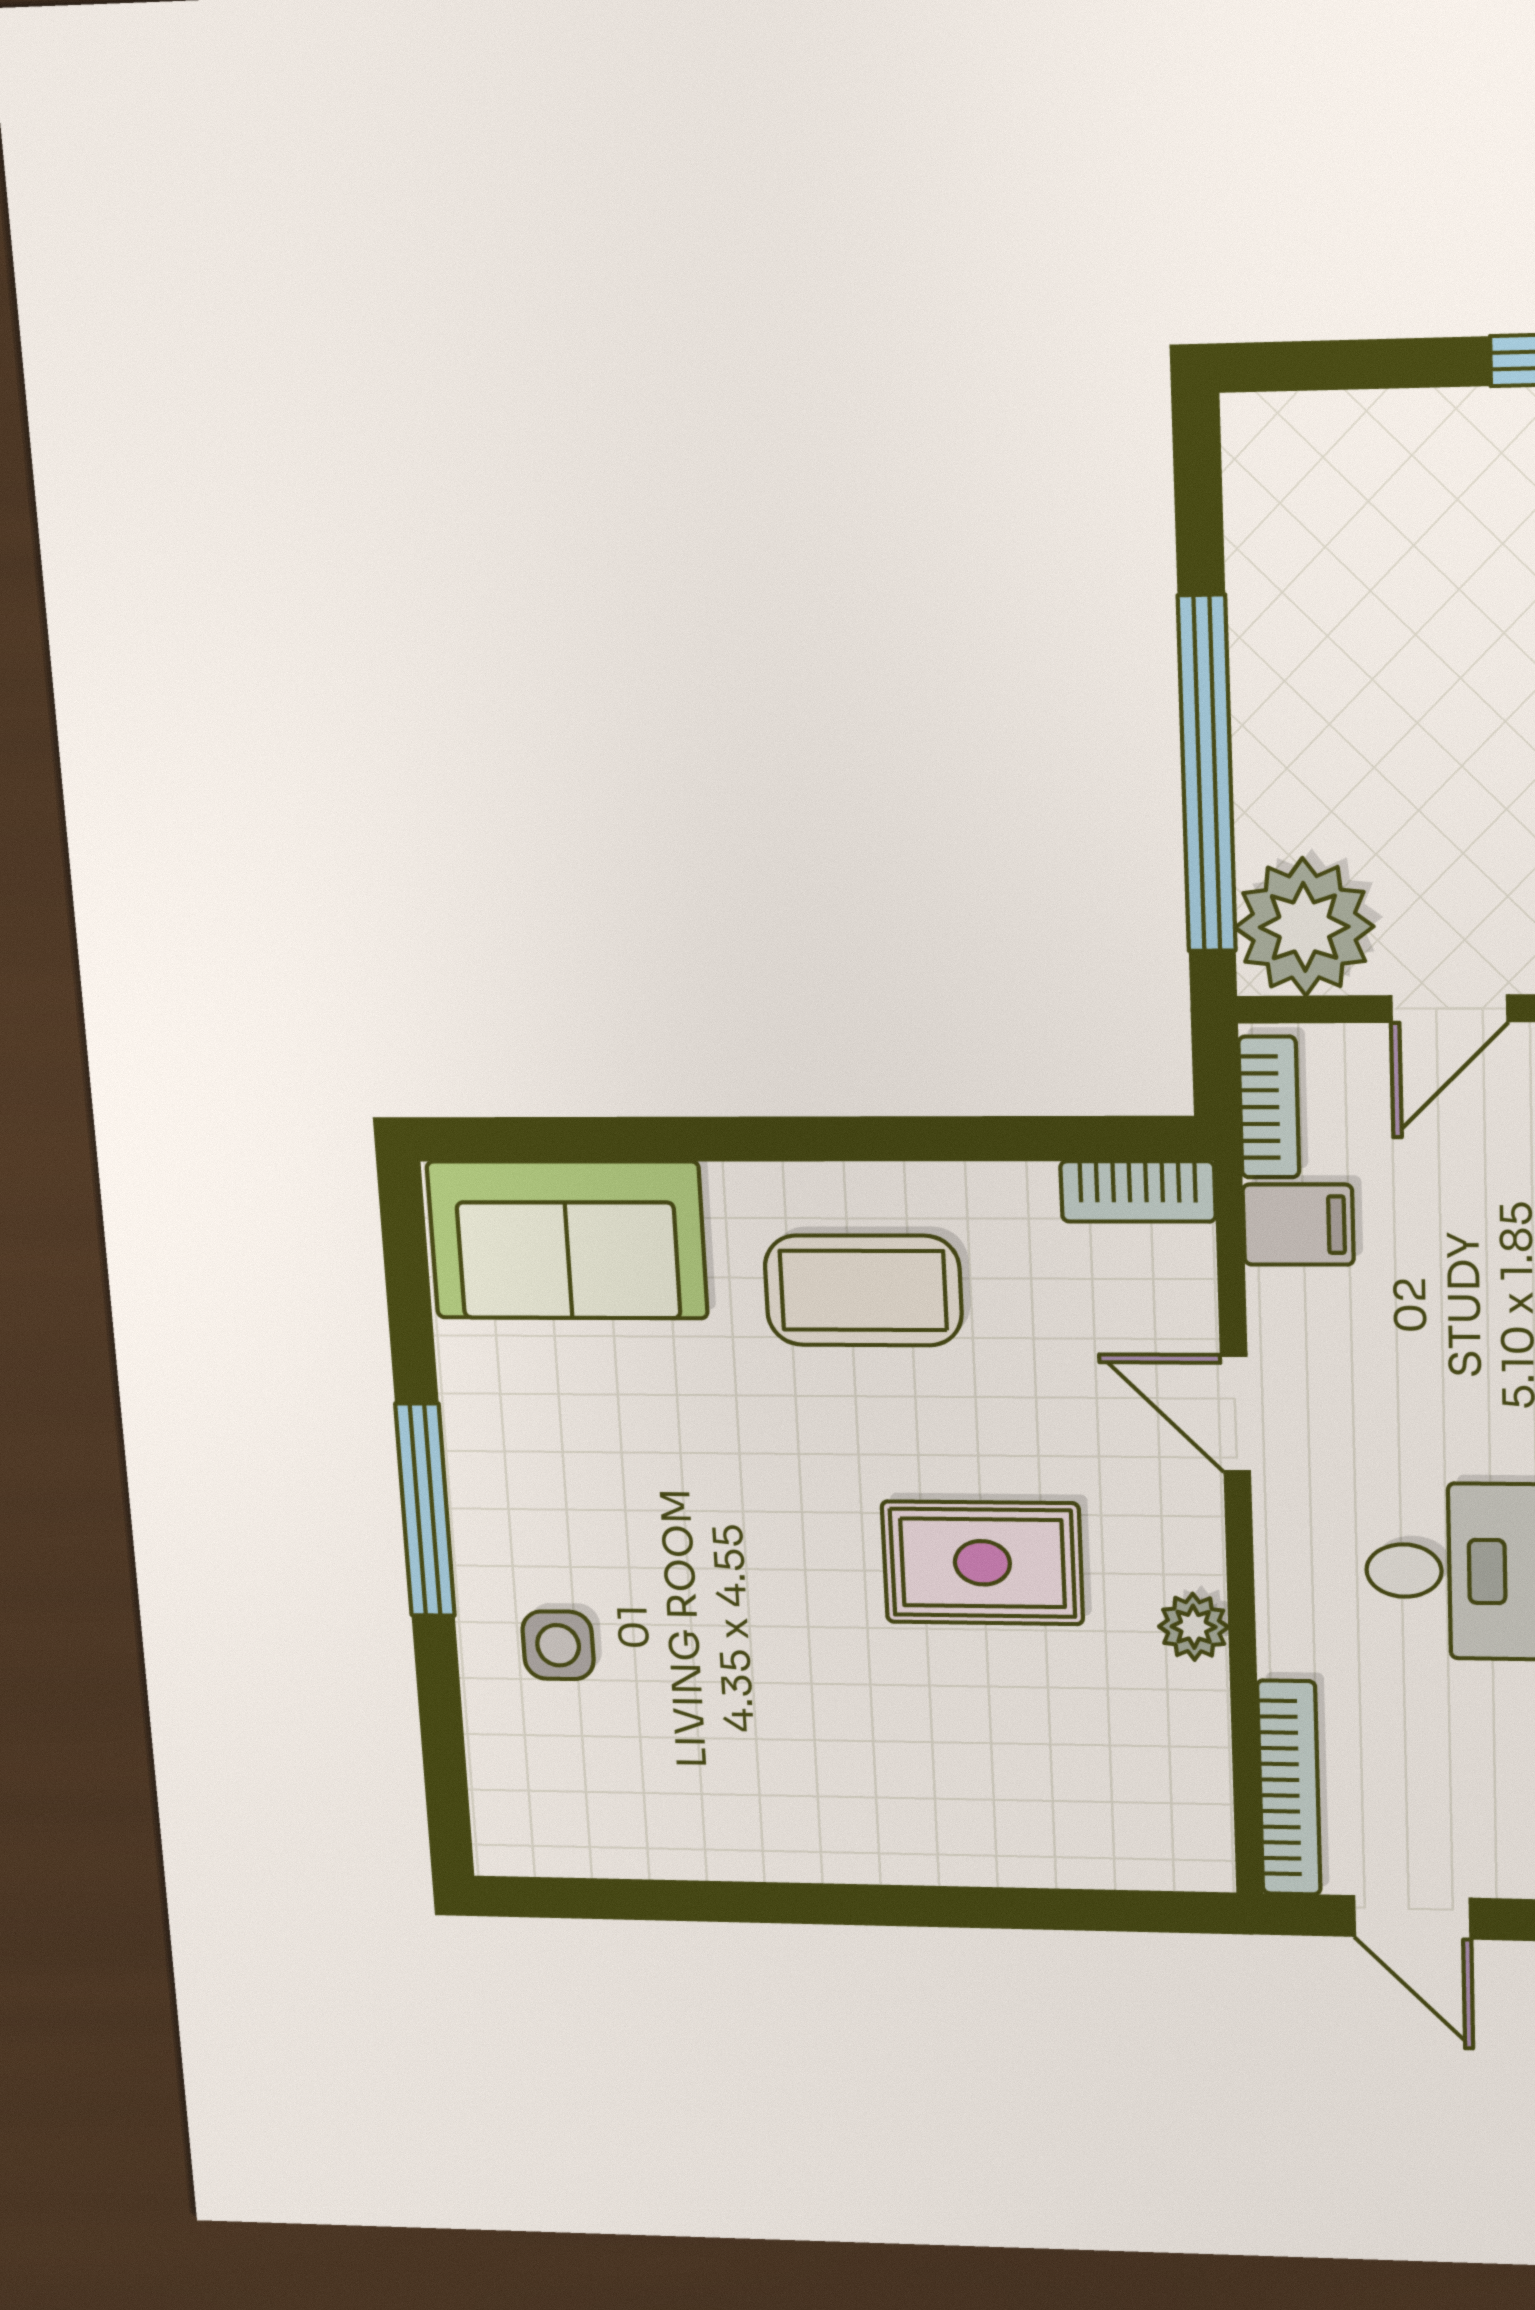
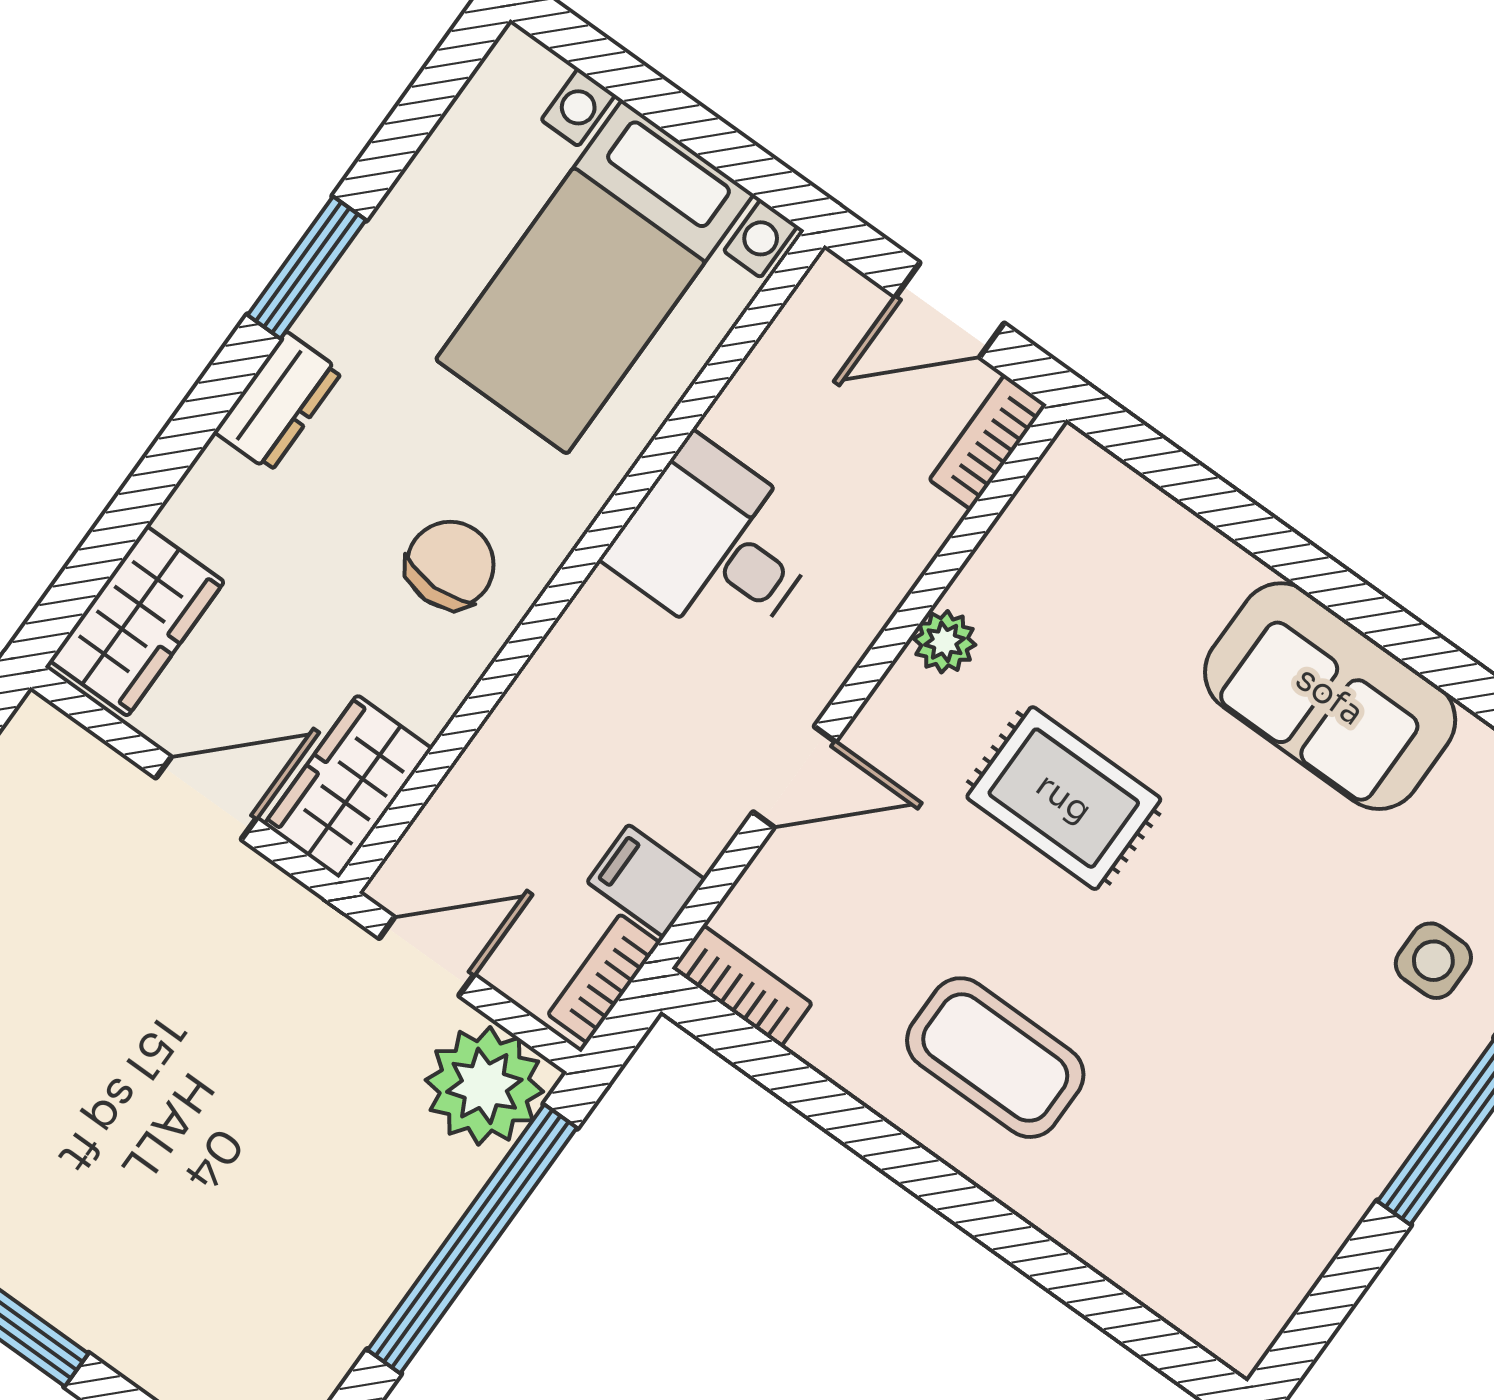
sofa: (567, 1240) -> (1330, 696), moved, turned 180
door: (1235, 1414) -> (794, 777), hinge flipped
bookcase: (1289, 1788) -> (988, 442), width x0.64
door: (1412, 1917) -> (950, 310), swing flipped

